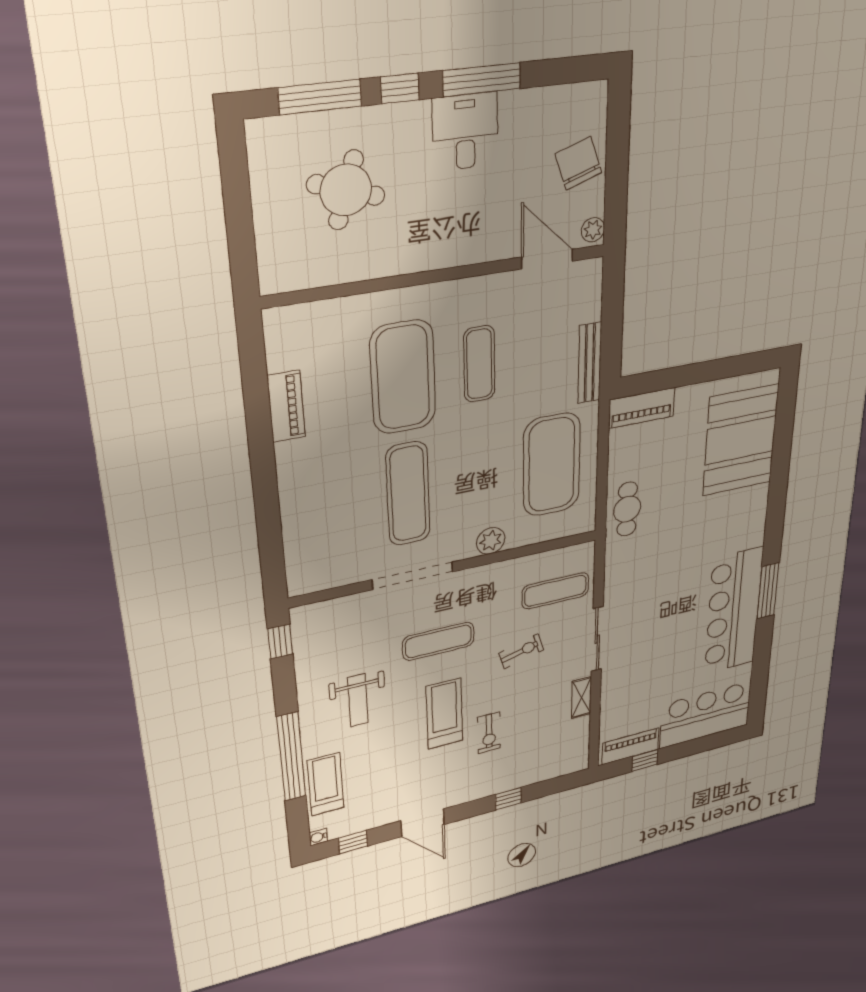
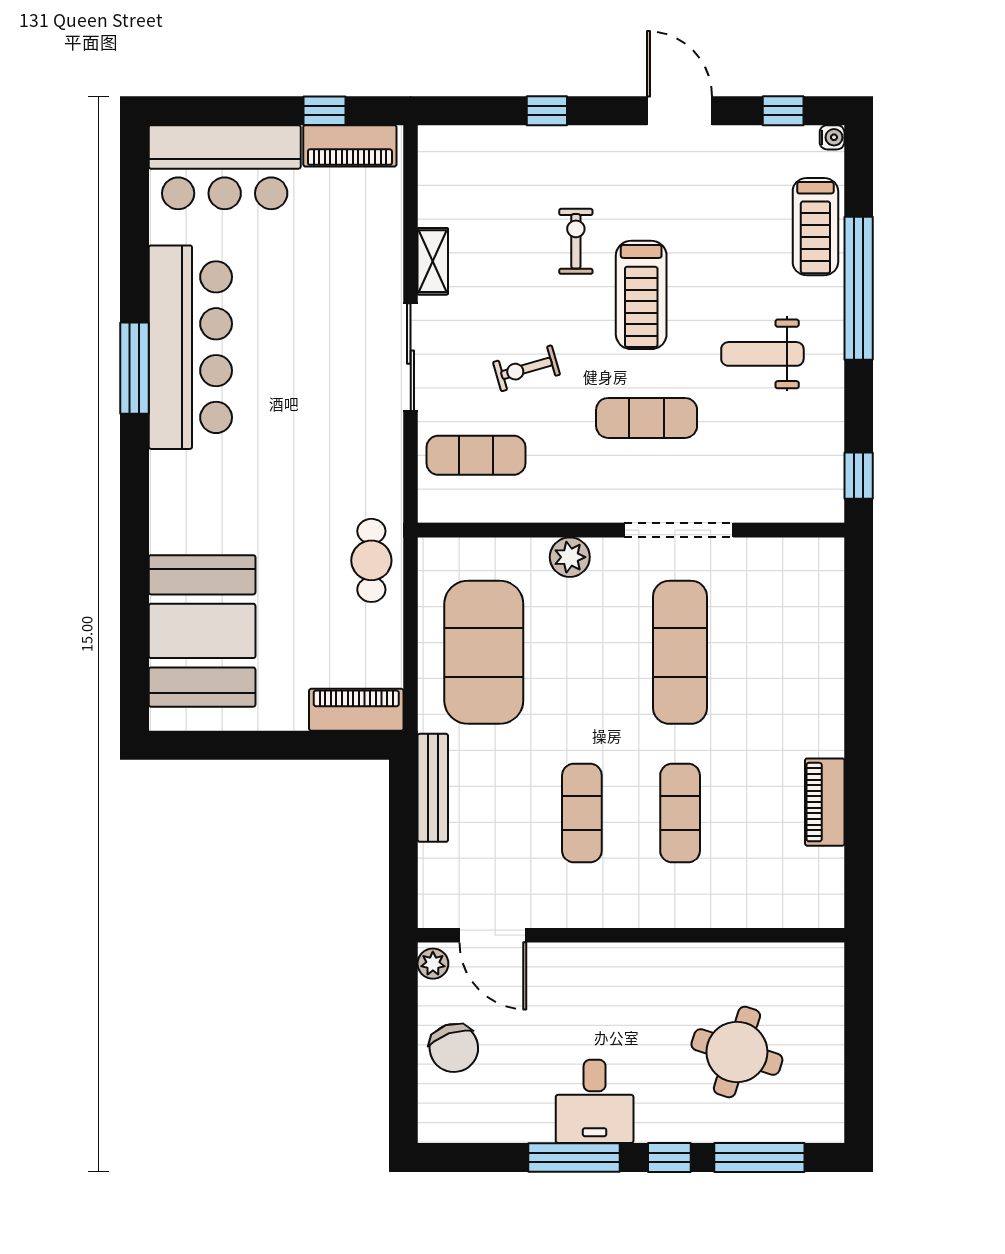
exercise mat: (403, 377) -> (680, 813), width x0.50, depth x0.69
weight bench: (358, 700) -> (762, 354), turned -90

